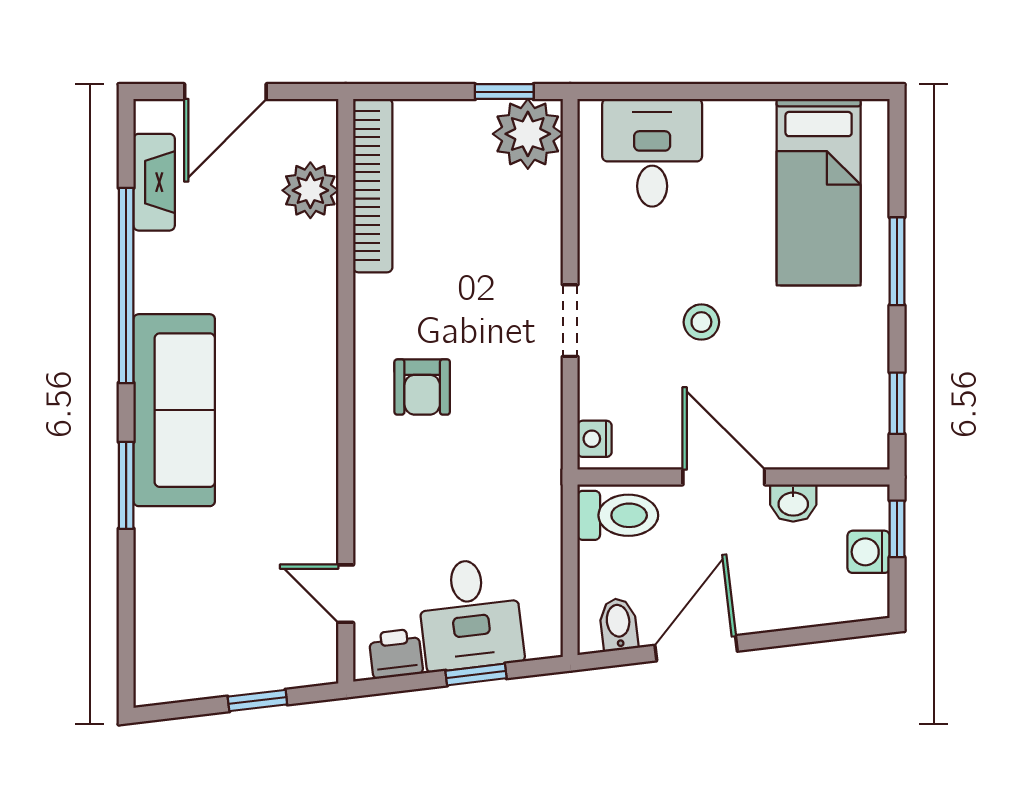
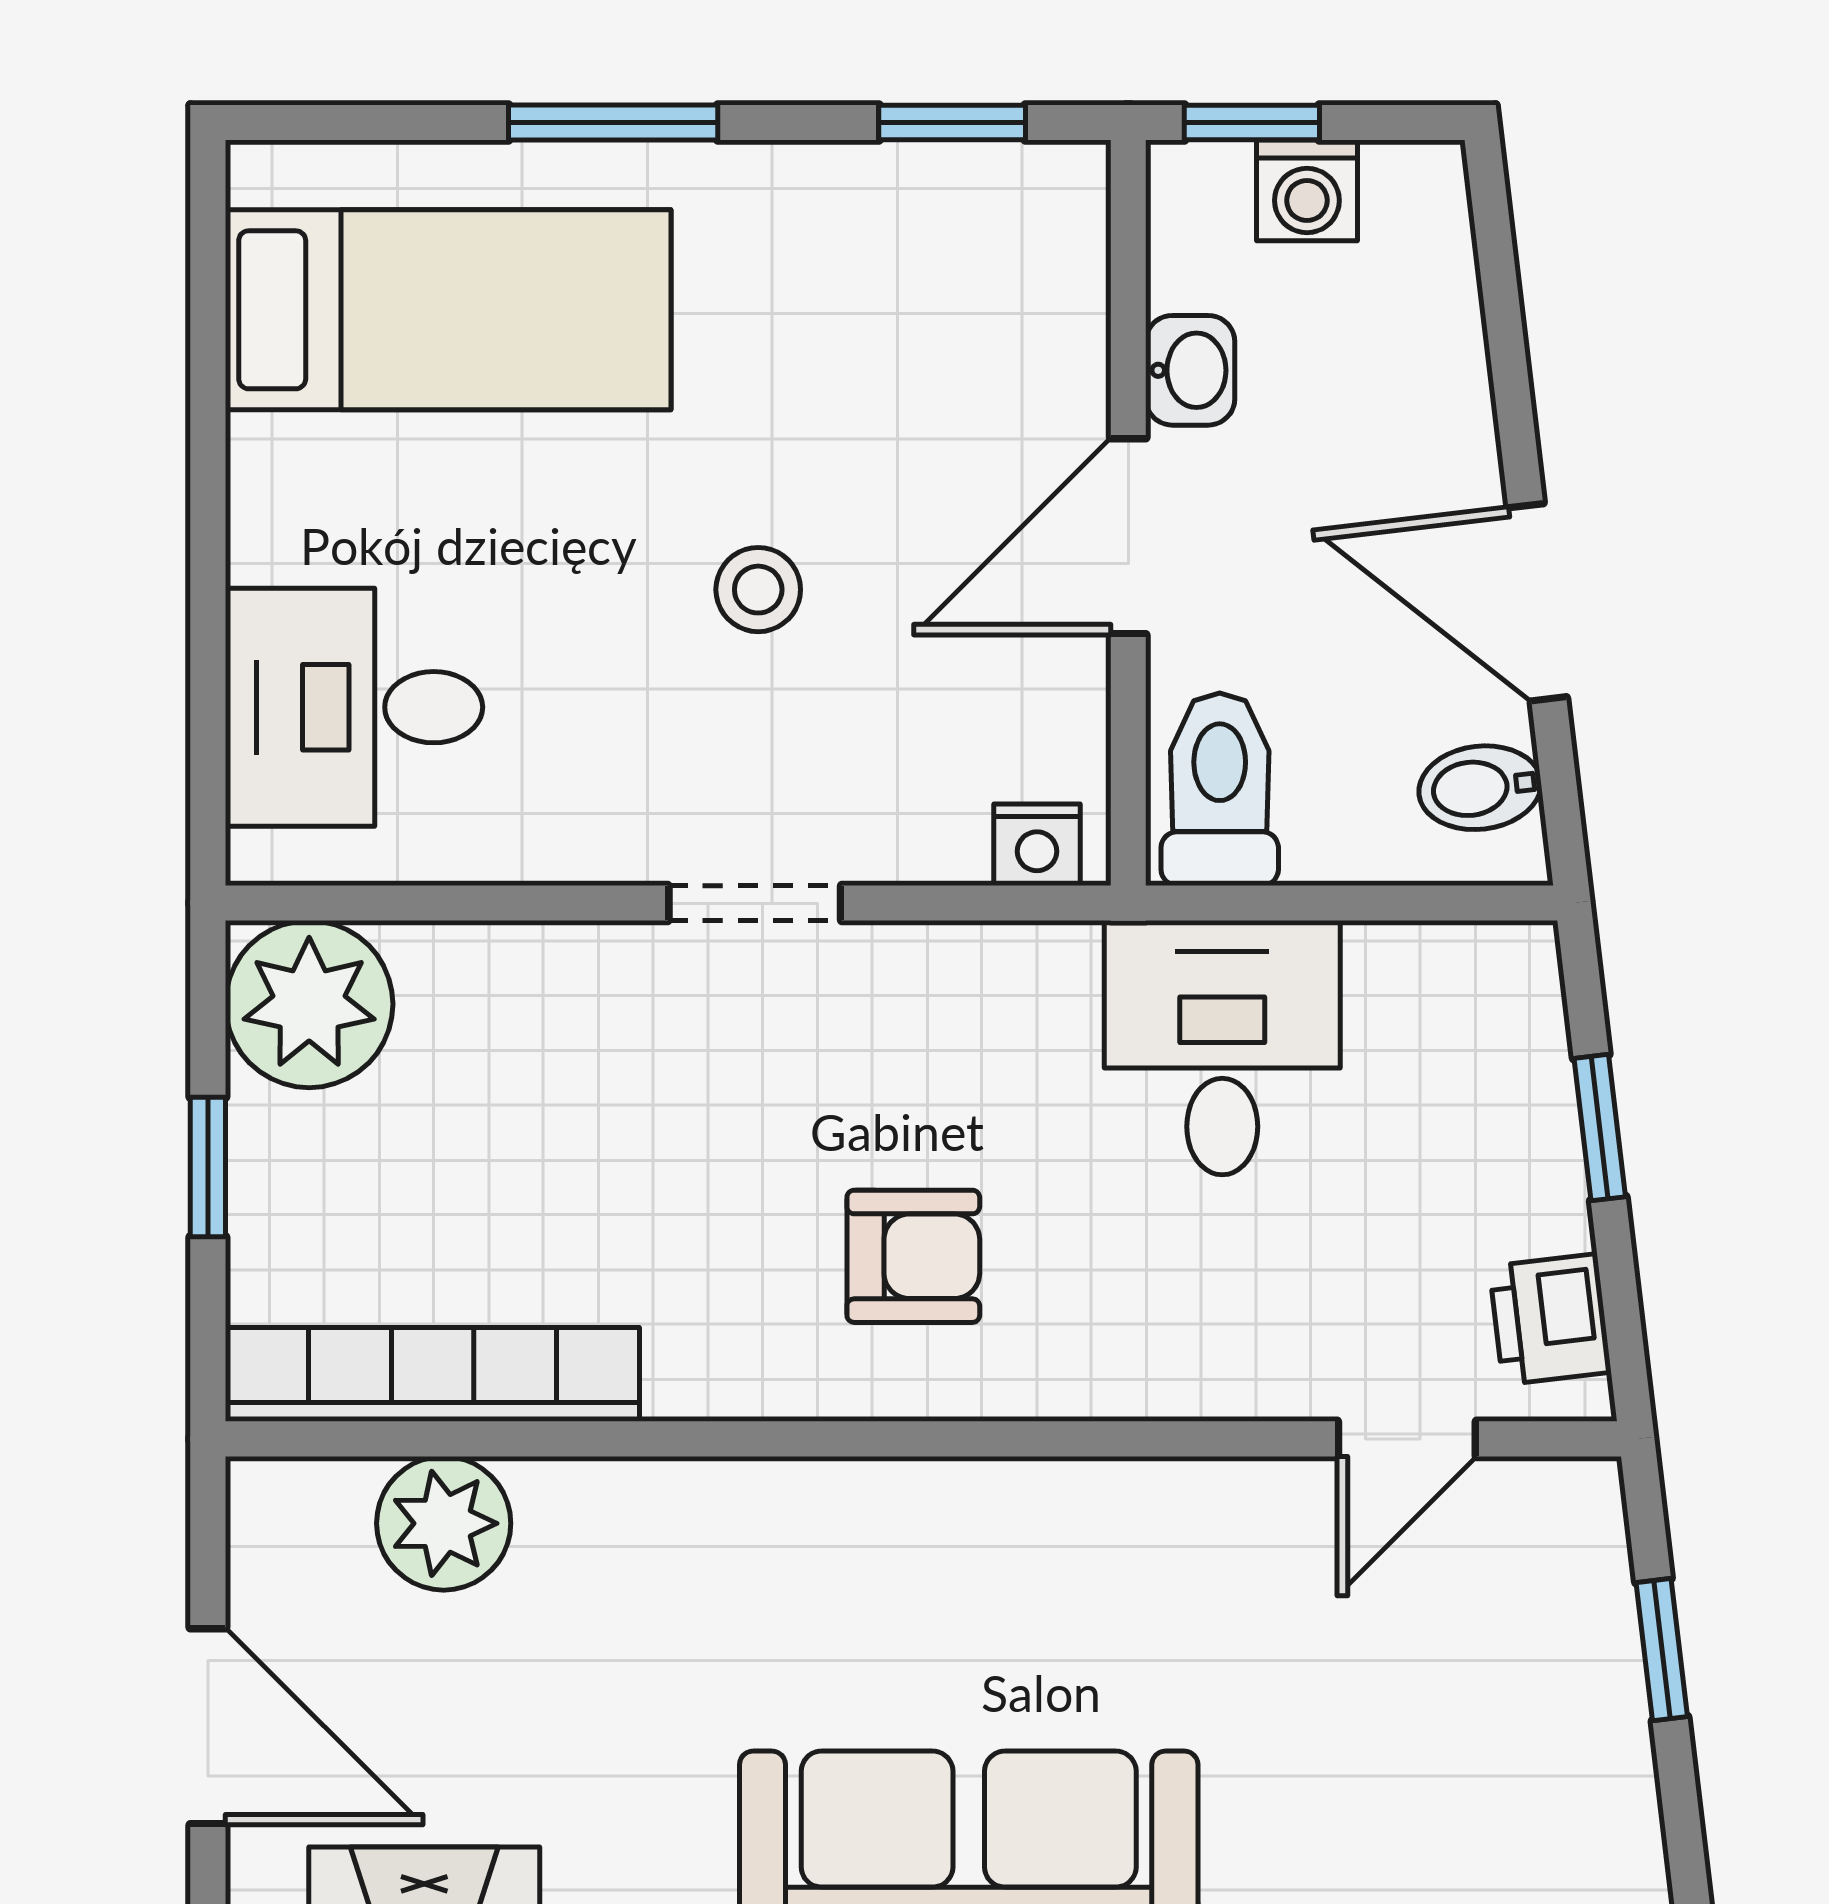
window: (504, 92) -> (208, 1167), moved
desk: (470, 614) -> (1222, 1048), moved, turned -83

